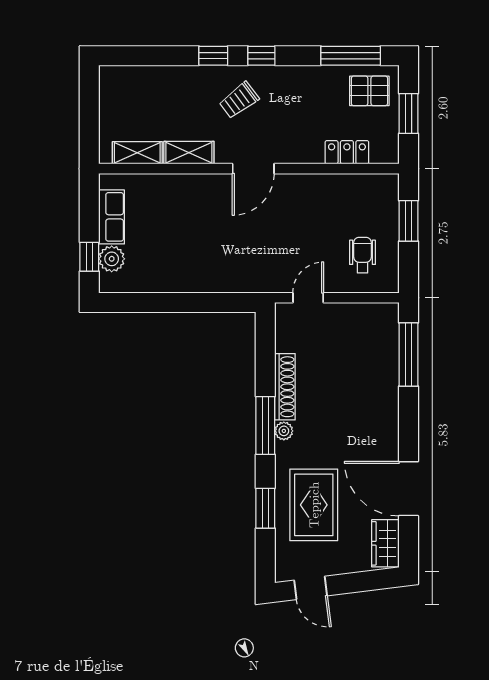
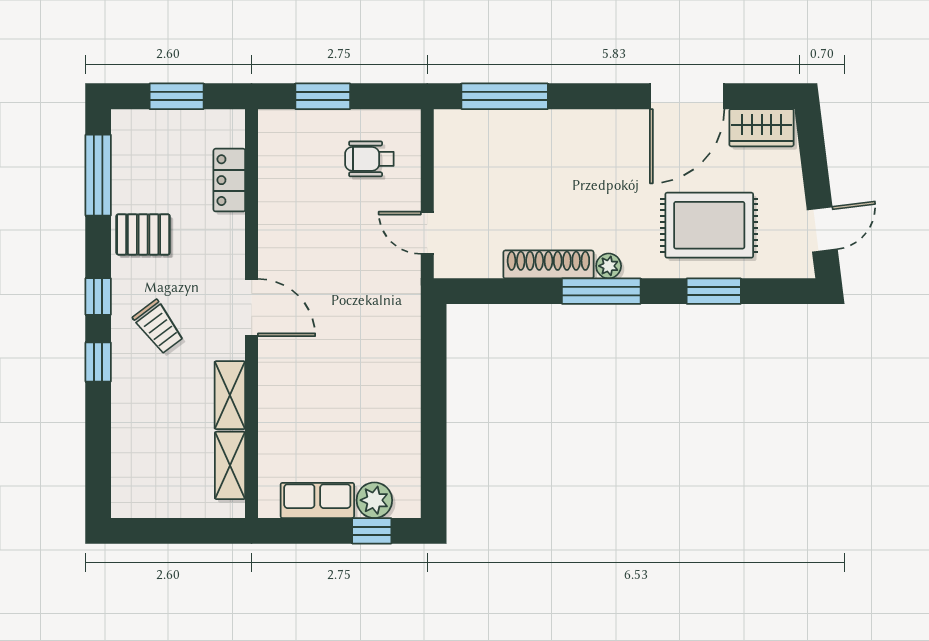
pallet: (369, 91) -> (143, 234), moved, turned 90

